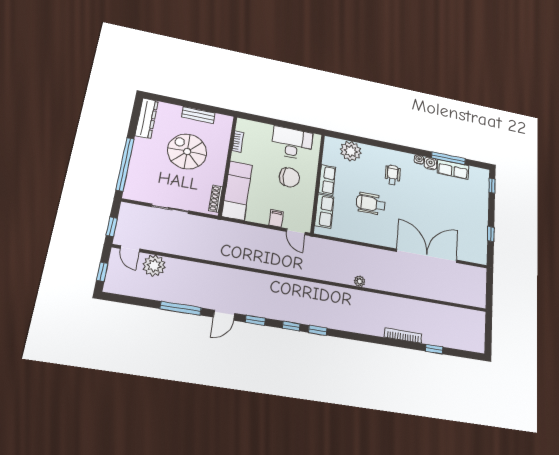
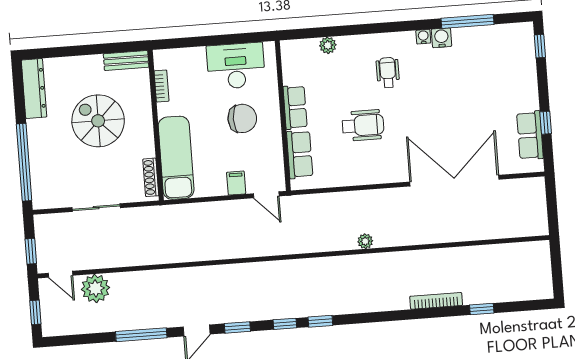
bench: (198, 115) -> (126, 61), moved
plant: (351, 151) -> (328, 45), width x0.53, depth x0.53
row of seats: (453, 169) -> (530, 135), moved, turned 90
wheelchair: (371, 204) -> (363, 125), turned 180

